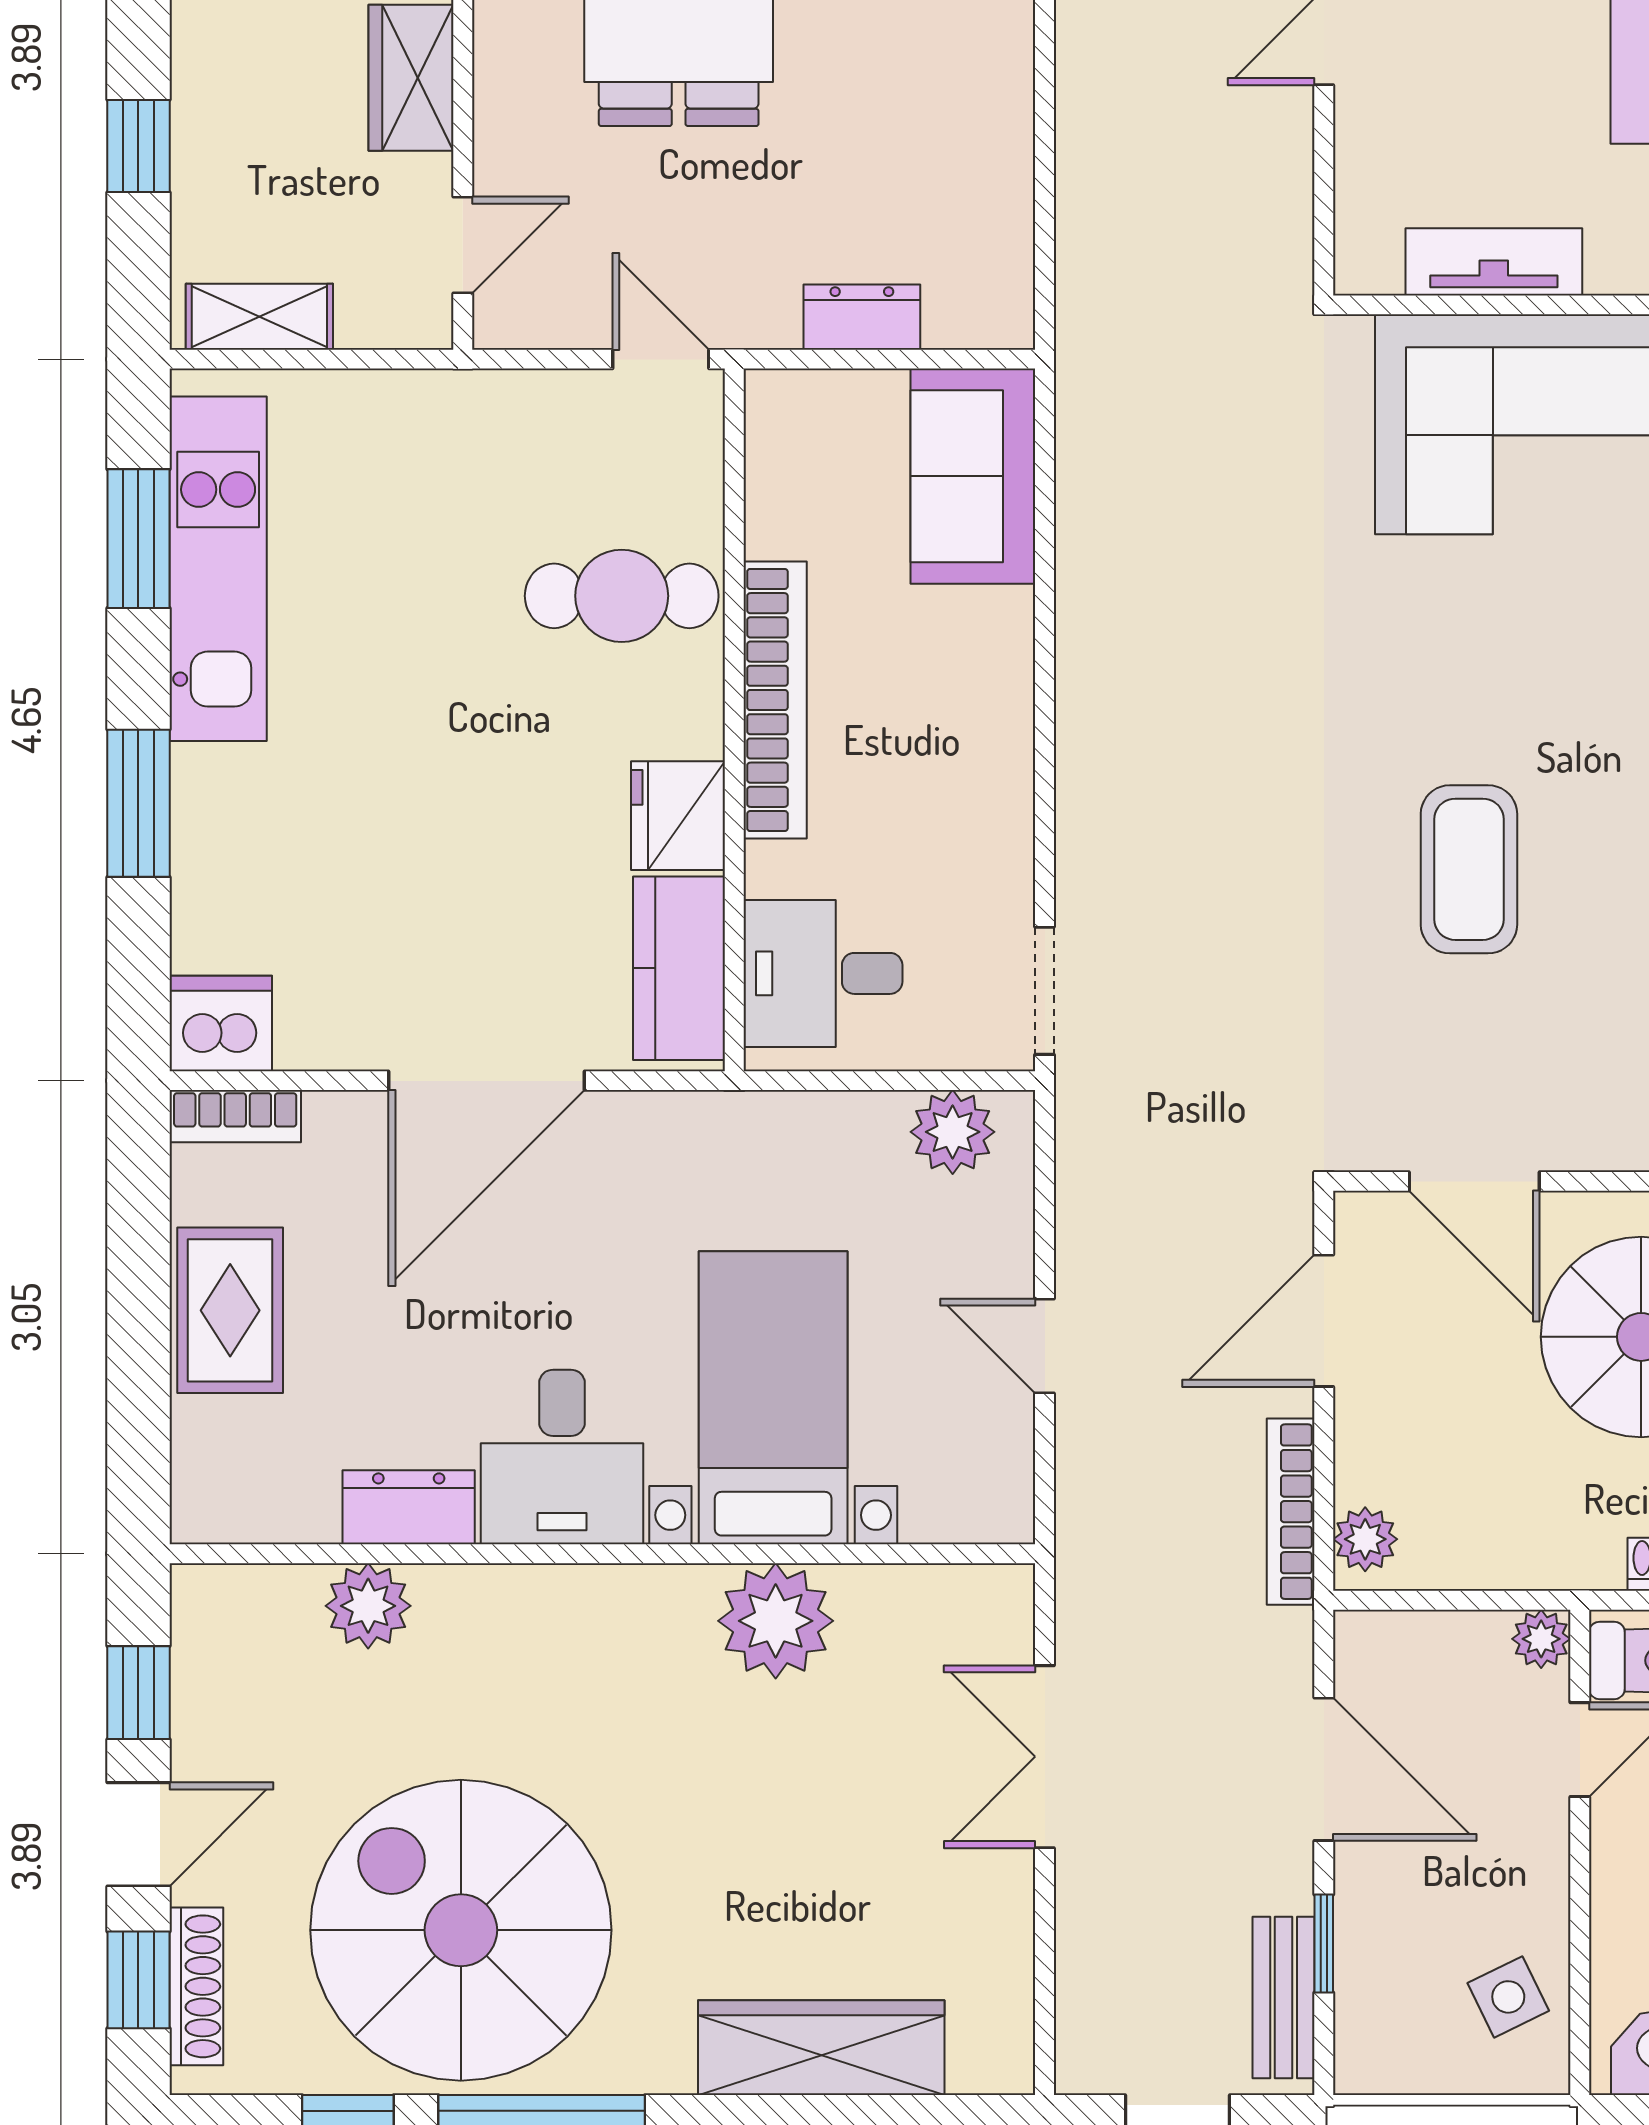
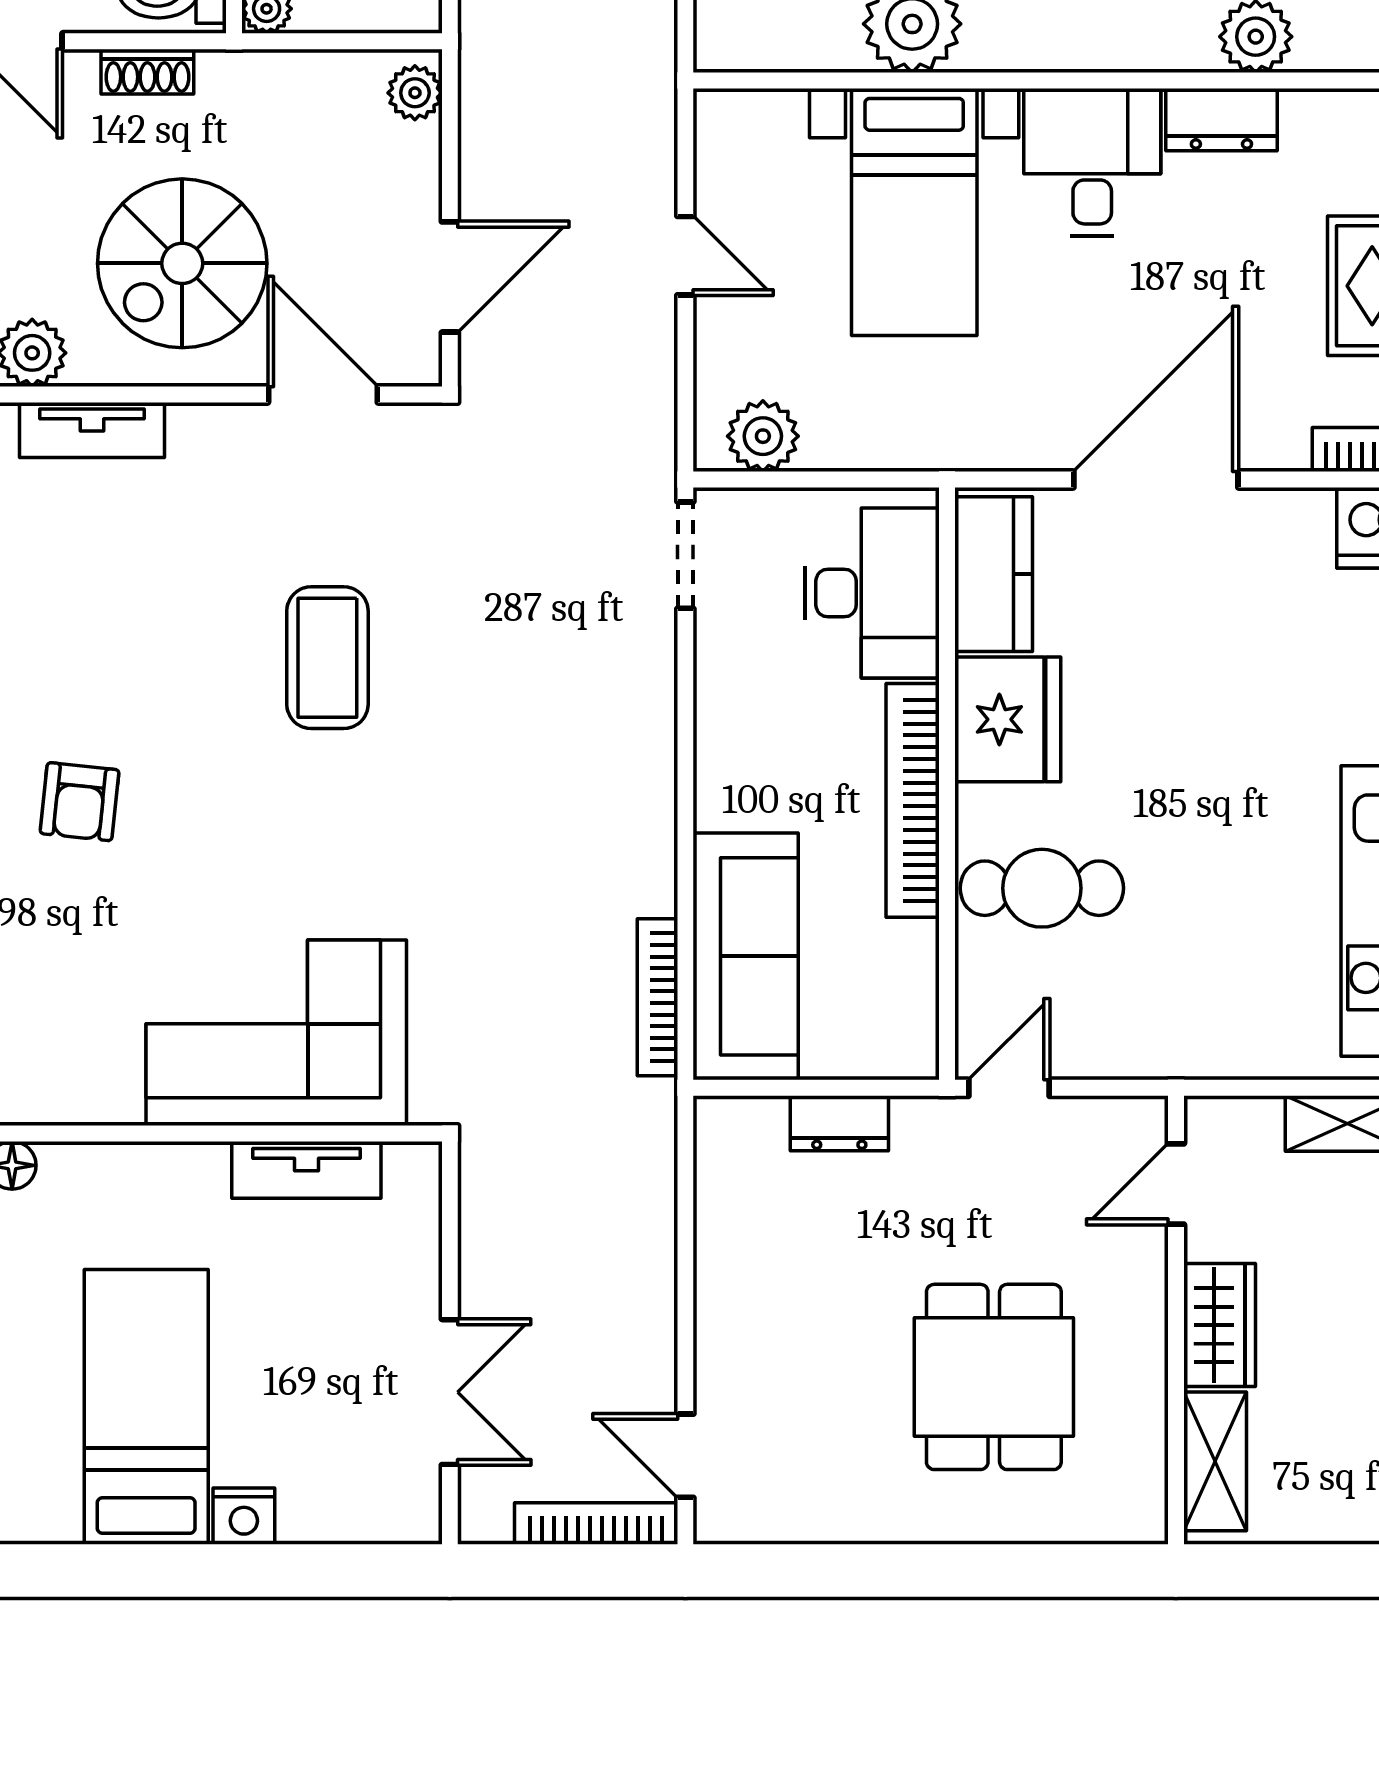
door: (661, 359) -> (1009, 1088), swing flipped
sofa: (973, 476) -> (746, 956), width x1.36
fridge: (678, 816) -> (1008, 719), width x1.36, depth x1.34
desk: (823, 973) -> (872, 593), width x1.37
bookcase: (1291, 1512) -> (657, 997), moved, turned 180

